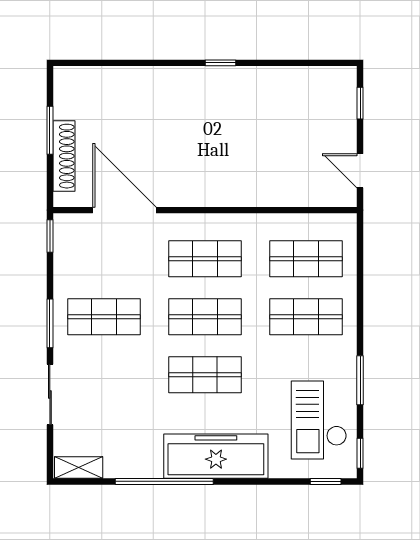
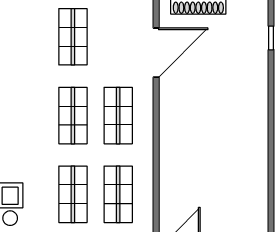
window: (221, 63) -> (271, 38), moved
shop shelf: (205, 375) -> (28, 116), removed

